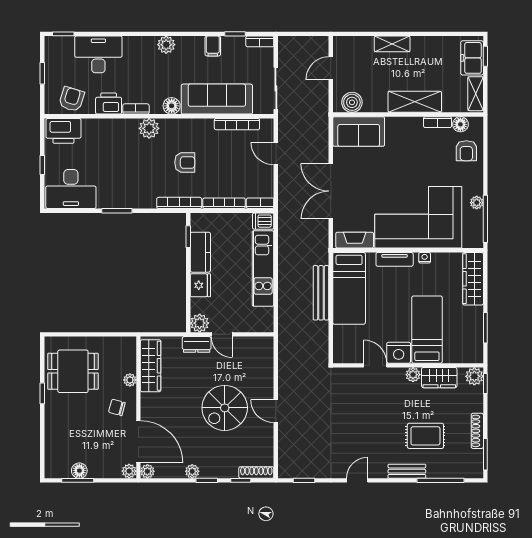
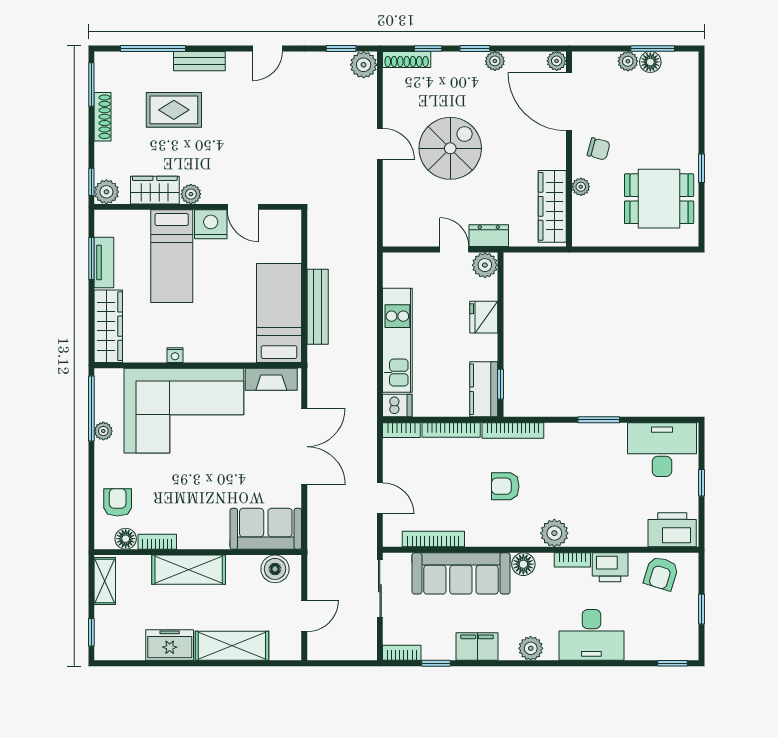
shelving: (392, 44) -> (232, 646), width x1.50, depth x1.33
filing cabinet: (213, 46) -> (477, 647), width x2.00
desk: (98, 54) -> (591, 635), moved
freezer: (472, 58) -> (170, 645), moved, turned -90
kitchen counter: (200, 252) -> (484, 389), moved
tv unit: (395, 259) -> (104, 262), moved, turned 90
plant: (288, 469) -> (364, 65), added
plant: (129, 471) -> (628, 61), moved

